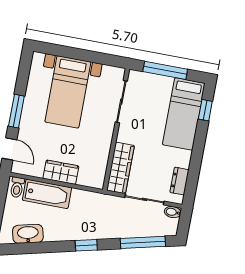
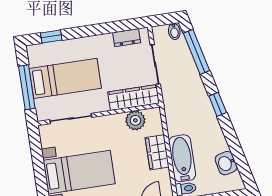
bed: (184, 114) -> (65, 78), moved
plant: (98, 162) -> (135, 120), added
bidet: (173, 212) -> (174, 31), moved
washbasin: (28, 234) -> (226, 163), width x0.72

